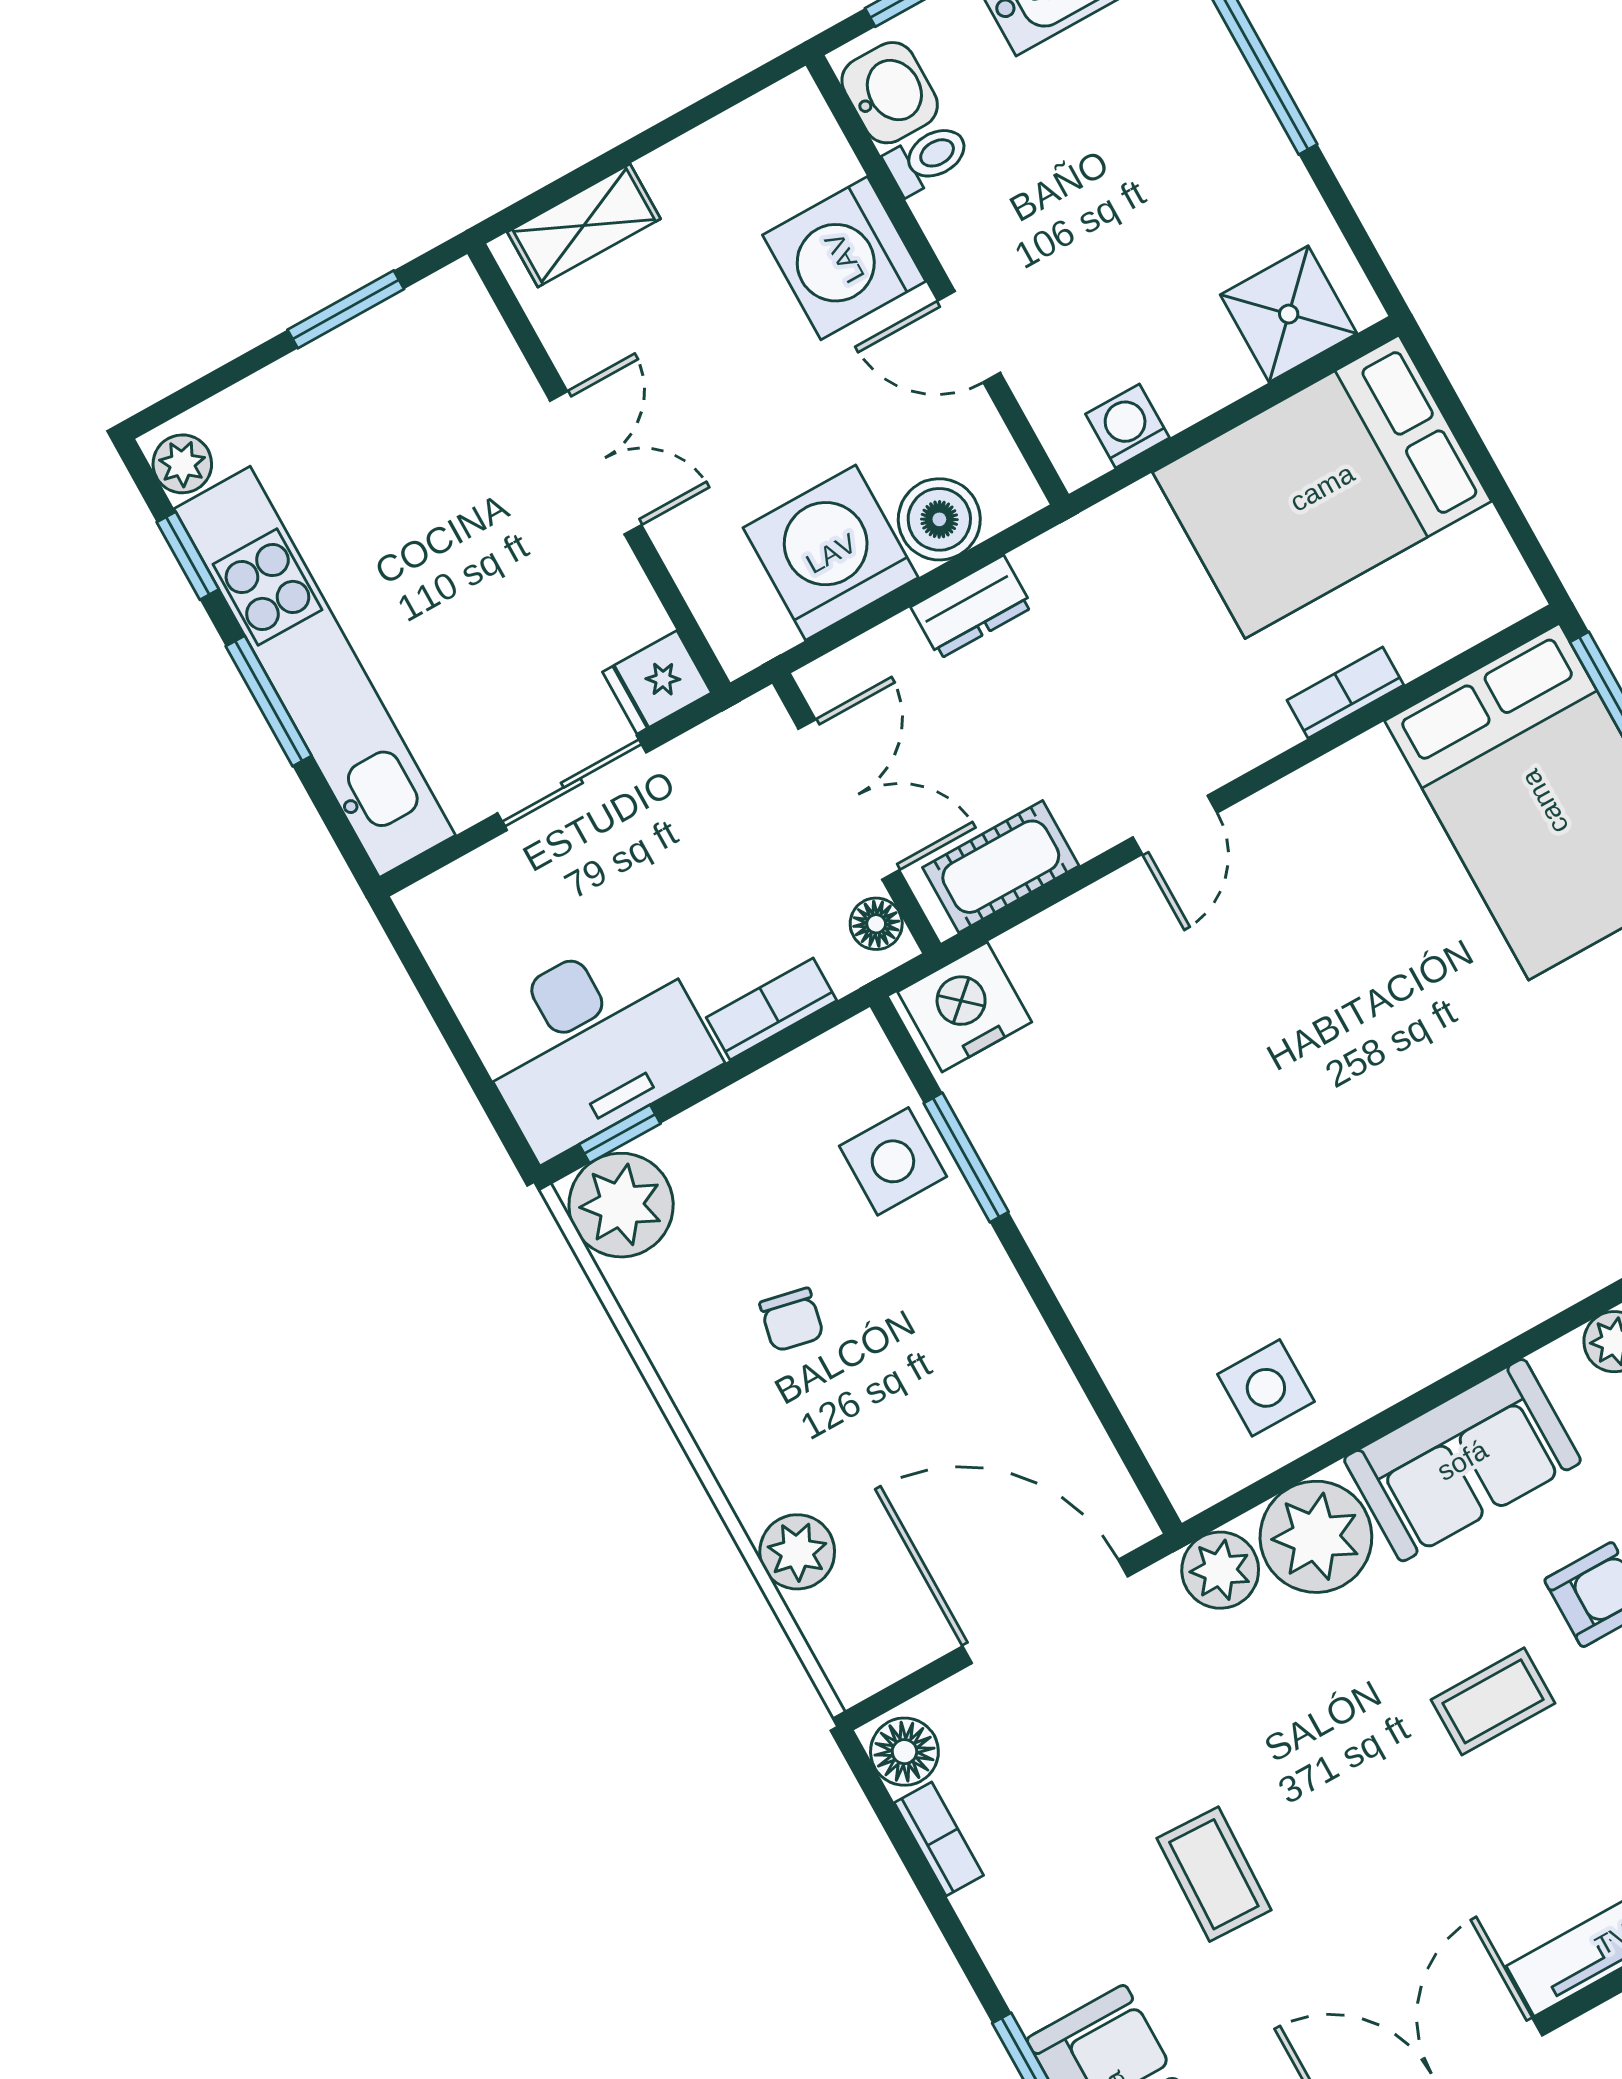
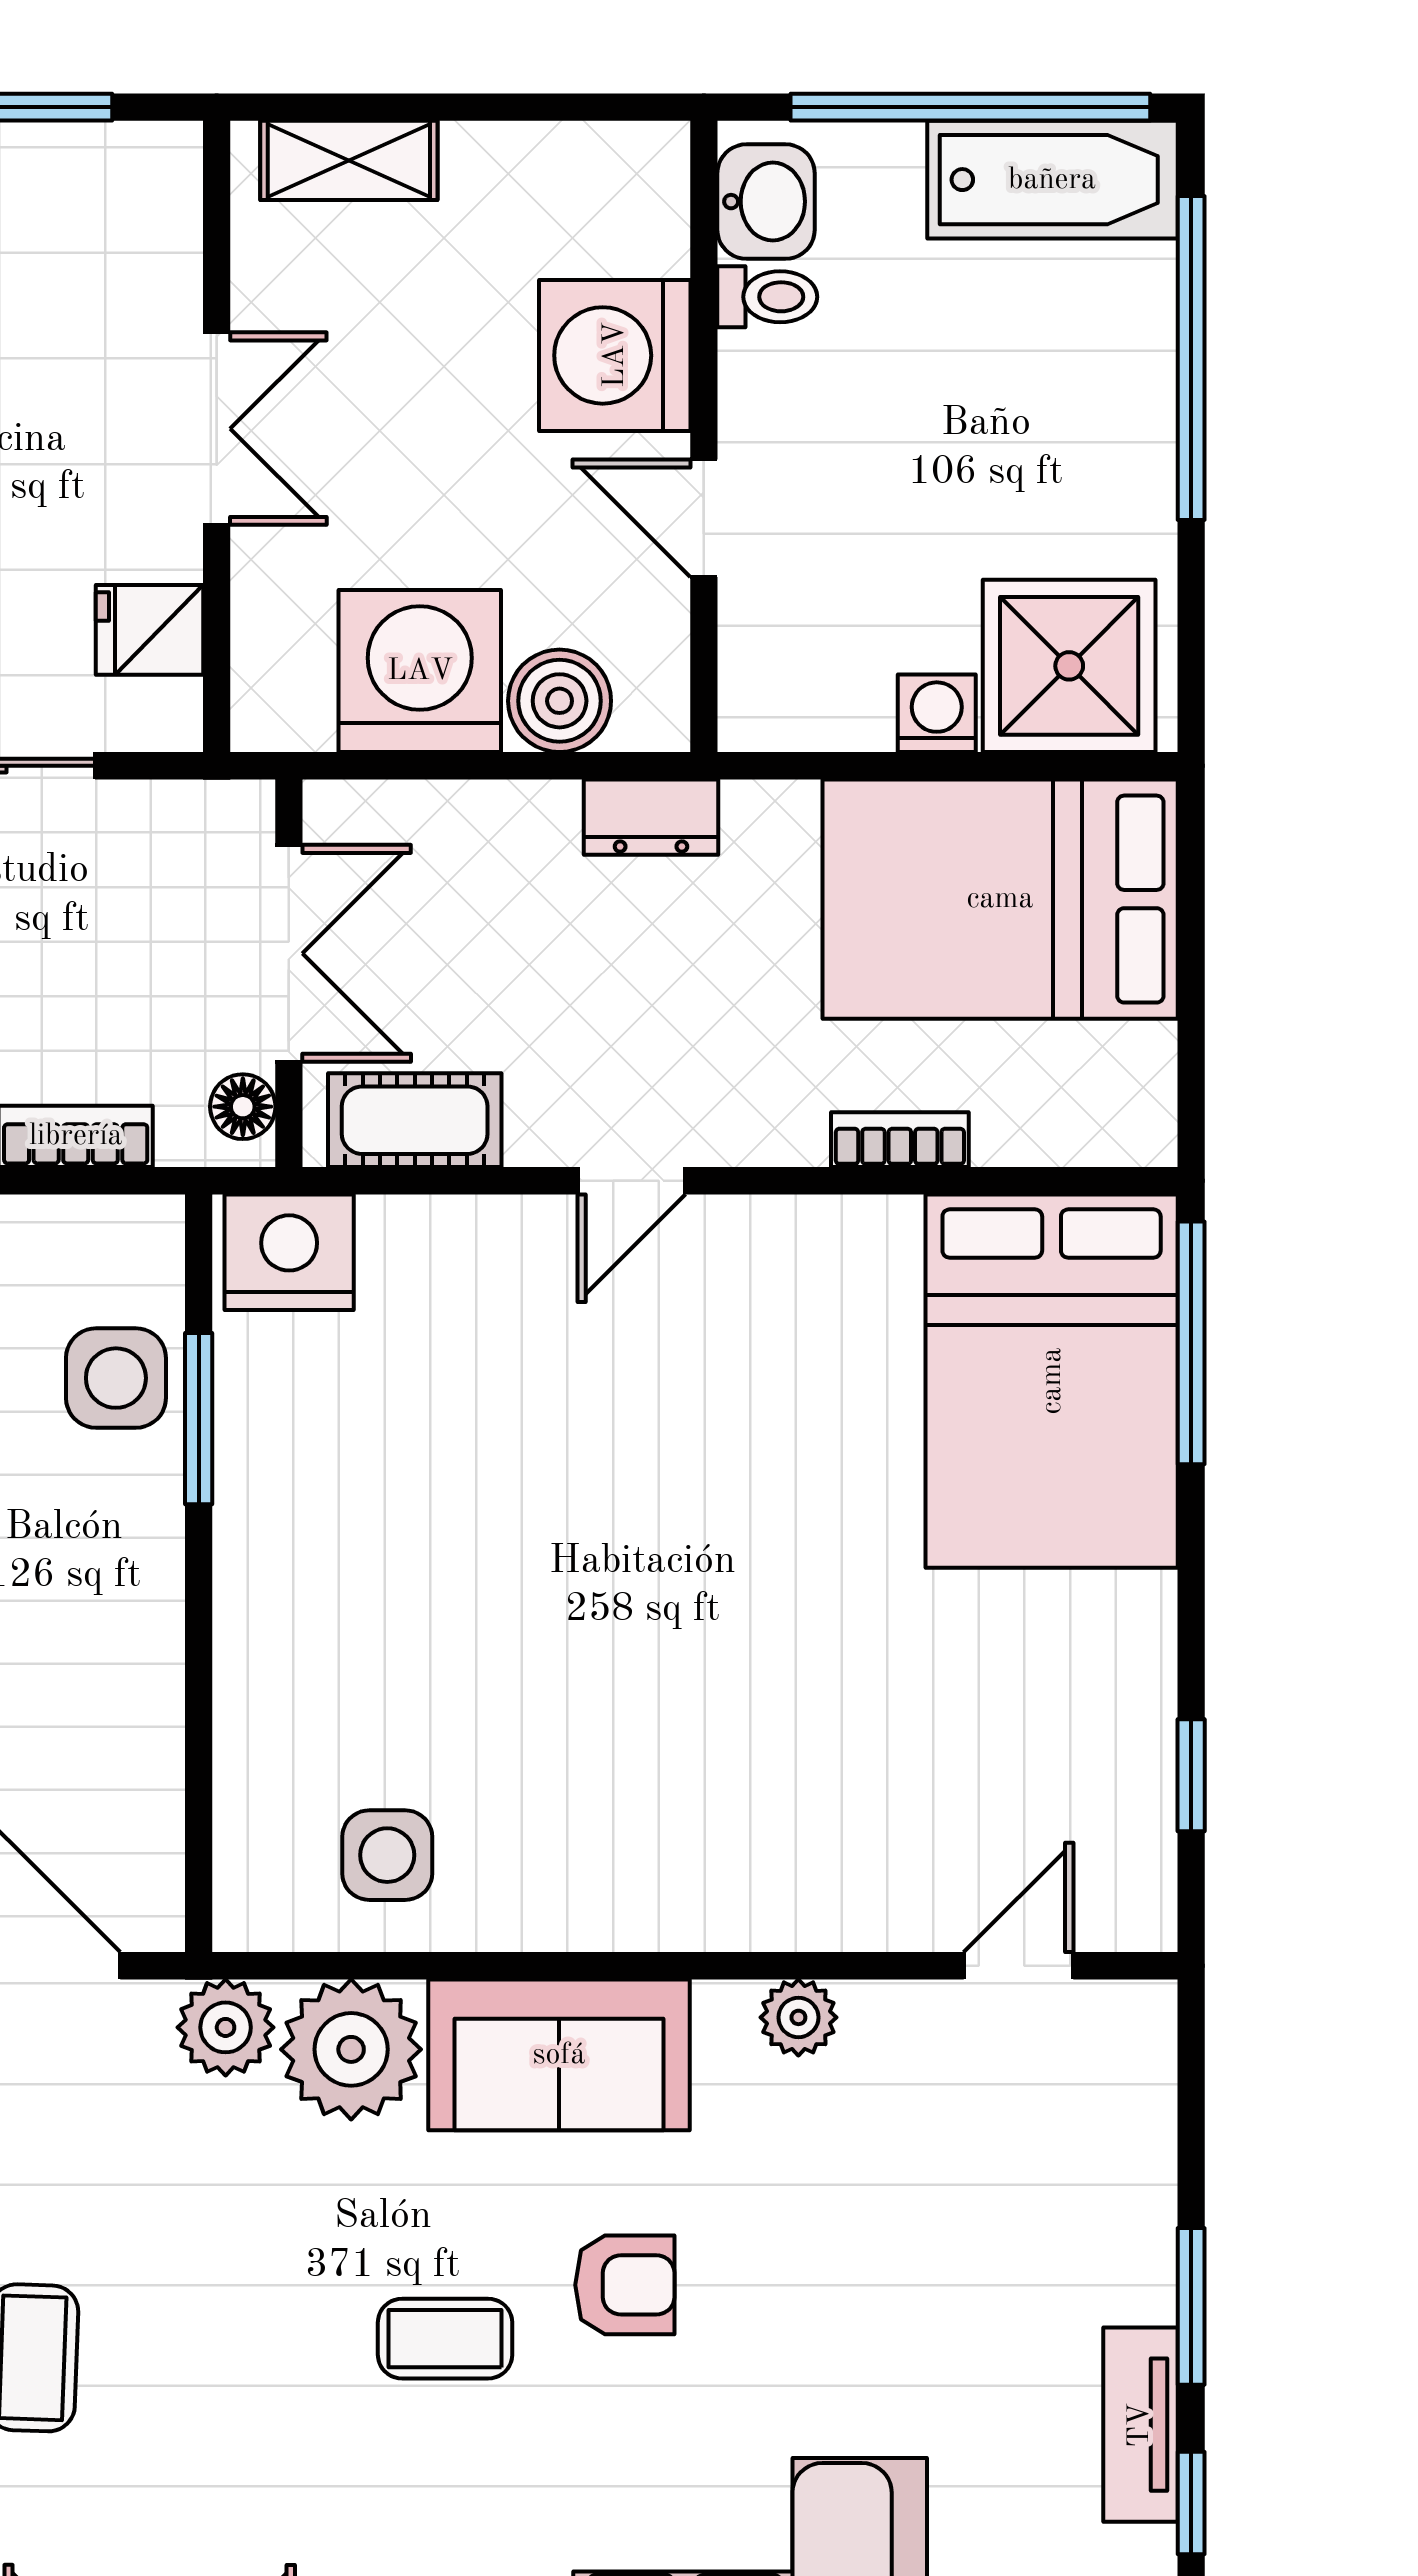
shower: (1289, 314) -> (1069, 666), width x1.36, depth x1.36
washing machine: (1127, 426) -> (937, 713), moved
dresser: (972, 607) -> (651, 817), moved
fridge: (657, 682) -> (150, 630), moved

